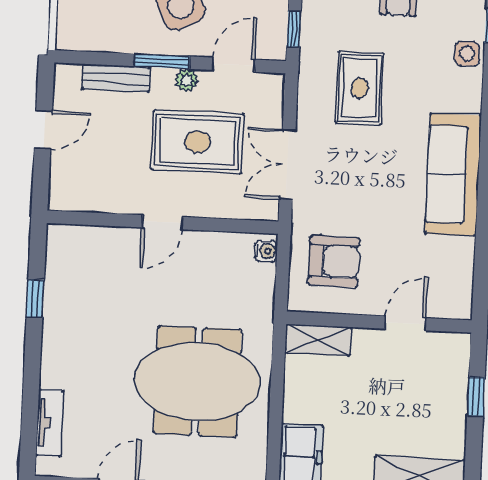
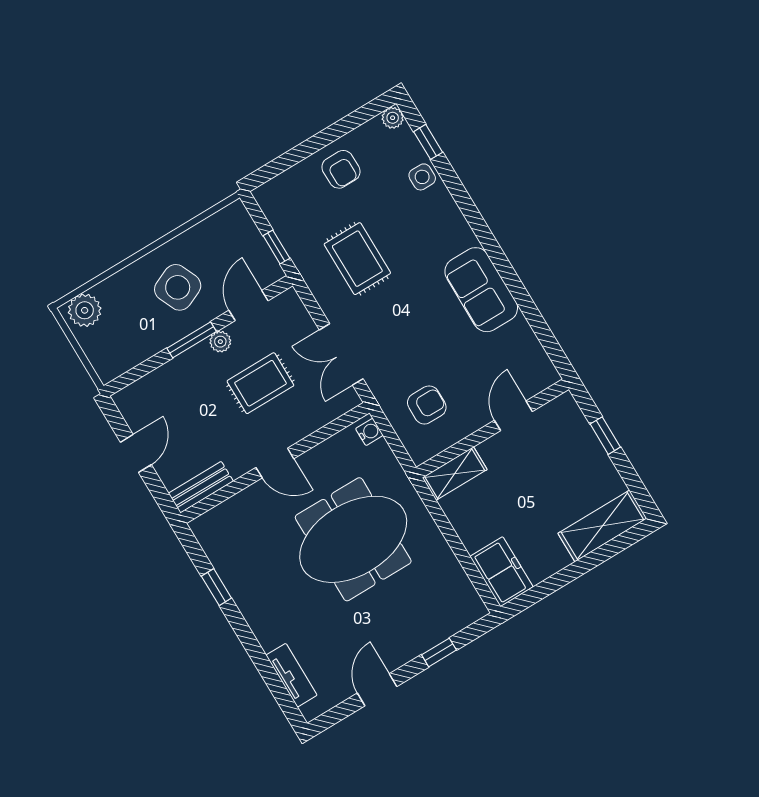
bench: (116, 78) -> (201, 487), moved
rug: (198, 142) -> (260, 383), width x0.73, depth x0.70
sofa: (453, 175) -> (481, 290), width x0.73
door: (162, 222) -> (275, 463), hinge flipped
armchair: (334, 261) -> (427, 405), width x0.72, depth x0.72
meeting table: (197, 382) -> (353, 539), moved

